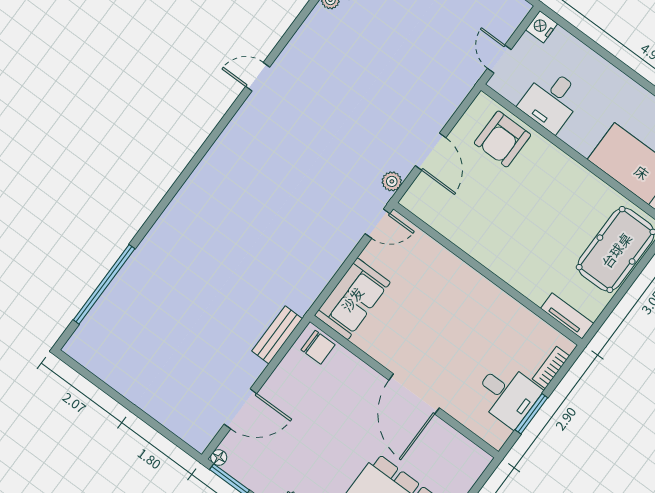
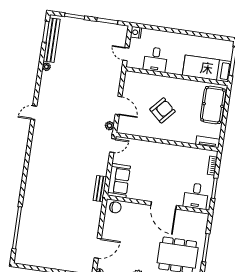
armchair: (502, 139) -> (163, 110), moved, turned -138
bench: (277, 335) -> (100, 189), moved
desk: (507, 394) -> (196, 196), moved, turned 90

